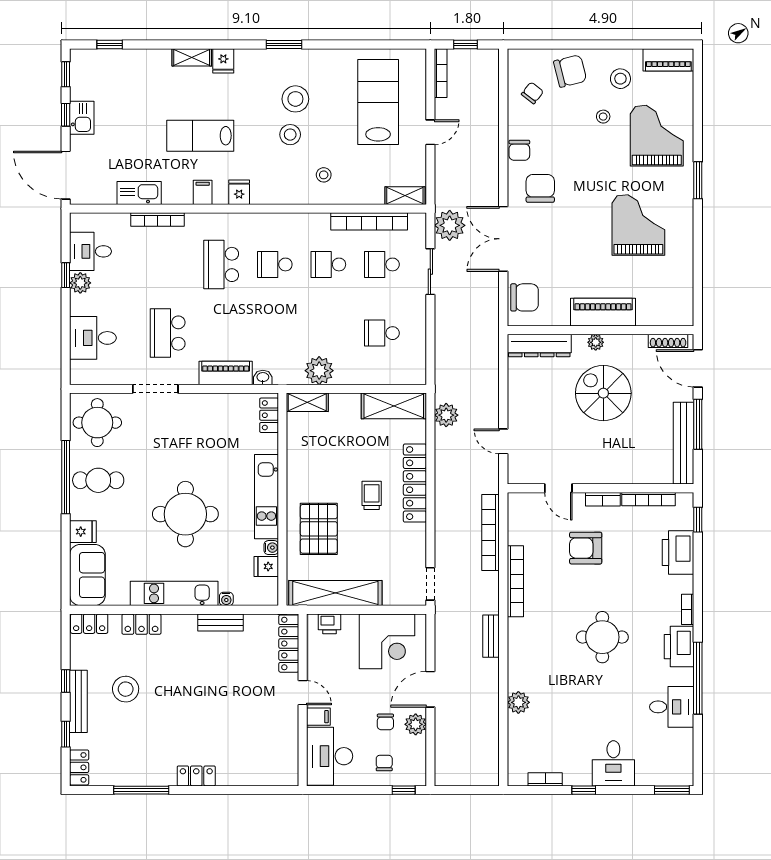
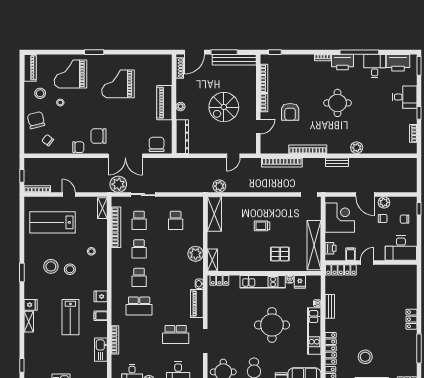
spiral stairs: (603, 393) -> (224, 107), moved
locker: (415, 483) -> (255, 203), removed
pallet: (319, 529) -> (280, 254), width x0.67, depth x0.71
printer: (678, 553) -> (398, 63), moved
locker: (141, 624) -> (331, 348), width x1.53
plant: (518, 702) -> (357, 148), moved
filing cabinet: (318, 717) -> (351, 254), moved

